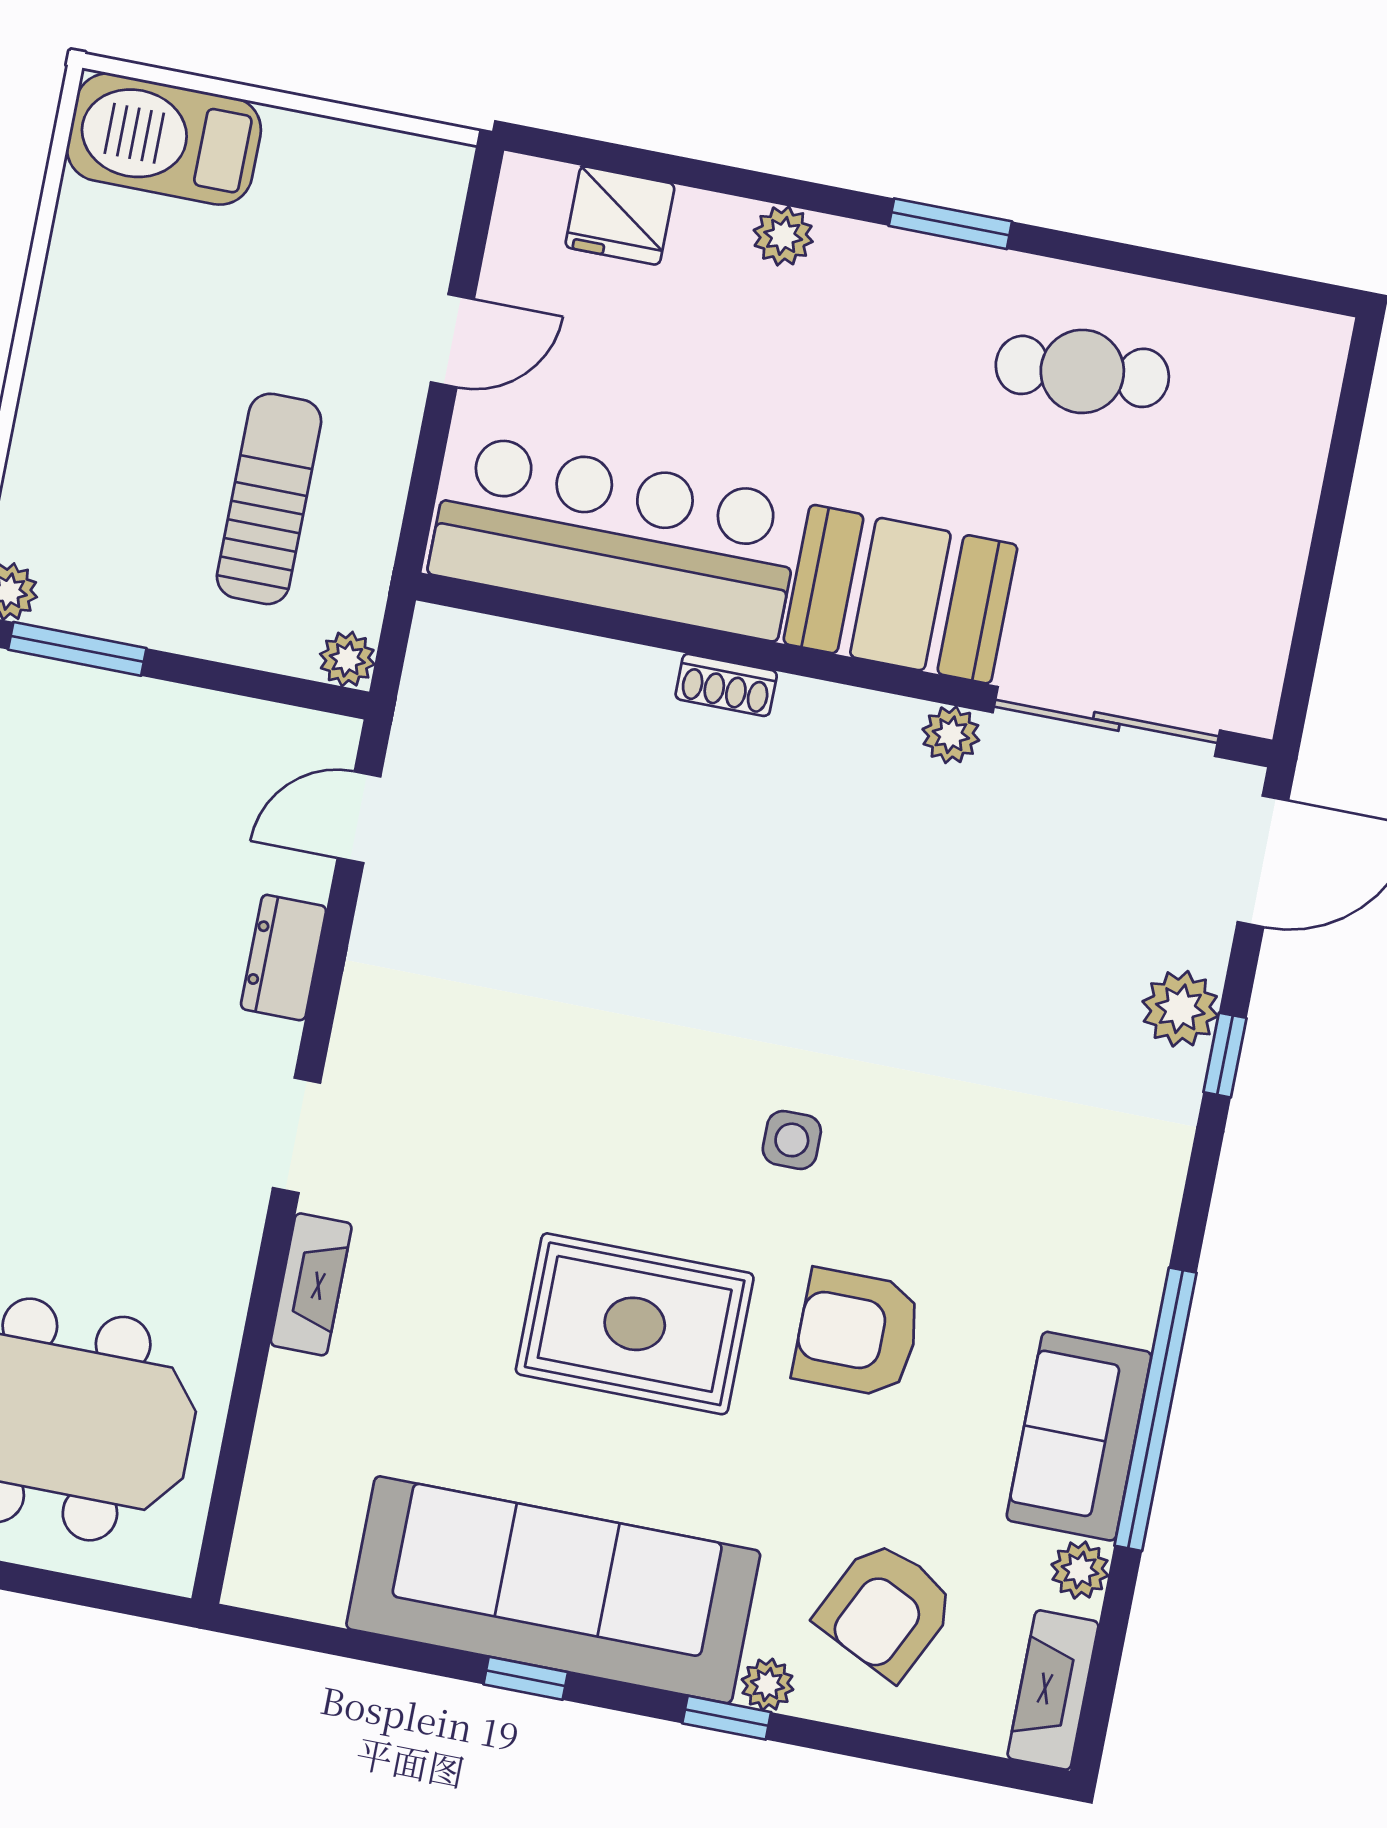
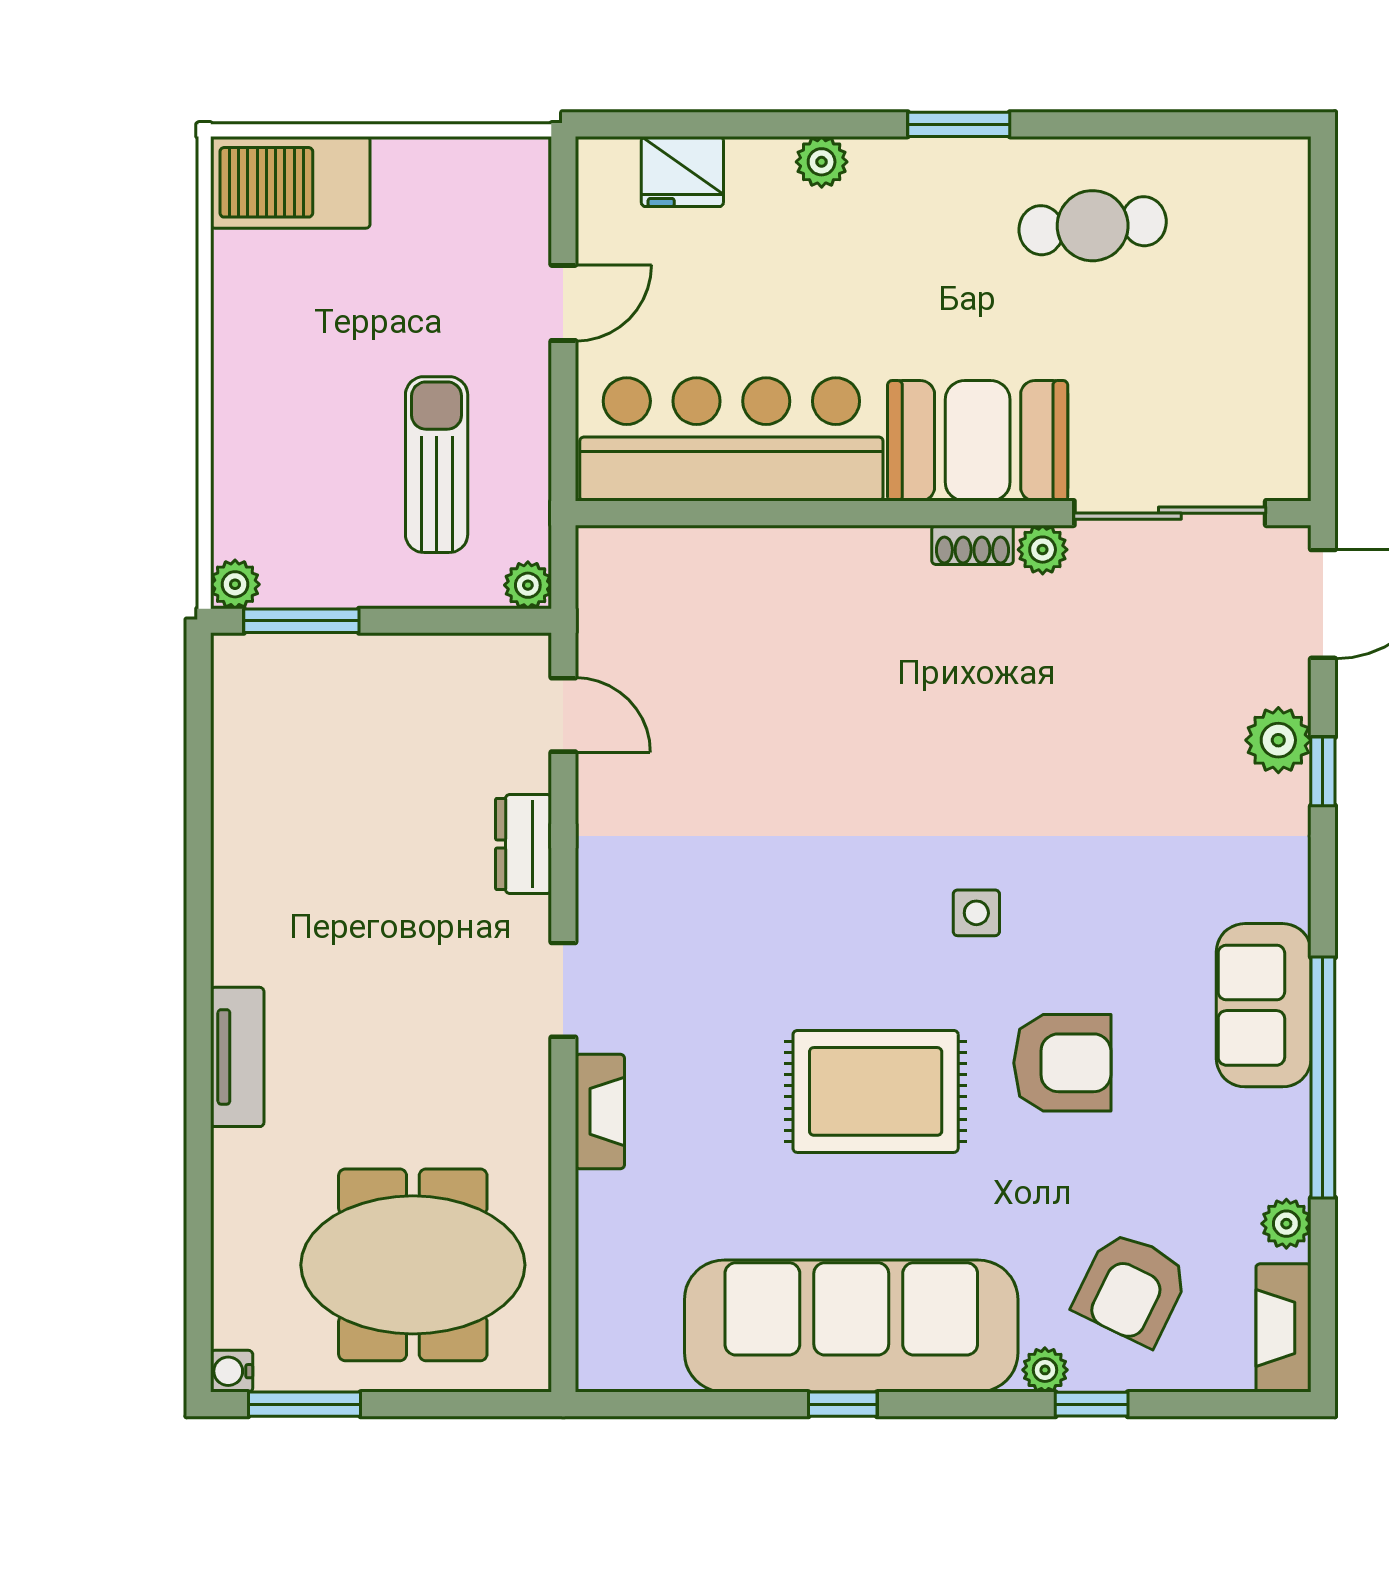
shoe rack: (726, 685) -> (973, 545), moved
door: (359, 817) -> (563, 715), swing flipped
armchair: (857, 1333) -> (1062, 1063), turned 180
sofa: (1079, 1436) -> (1264, 1005), moved
window: (727, 1718) -> (1092, 1404), moved

